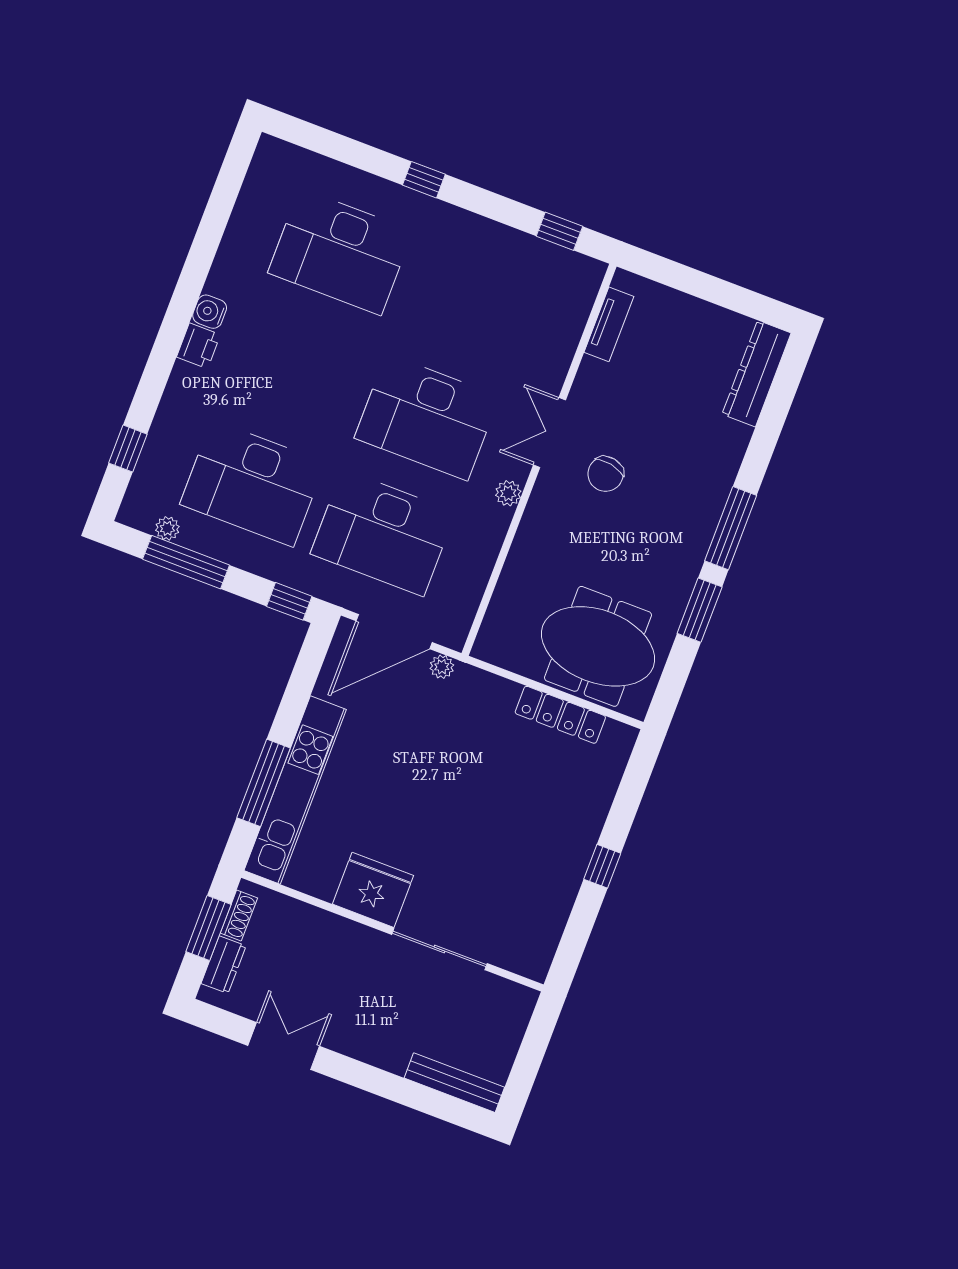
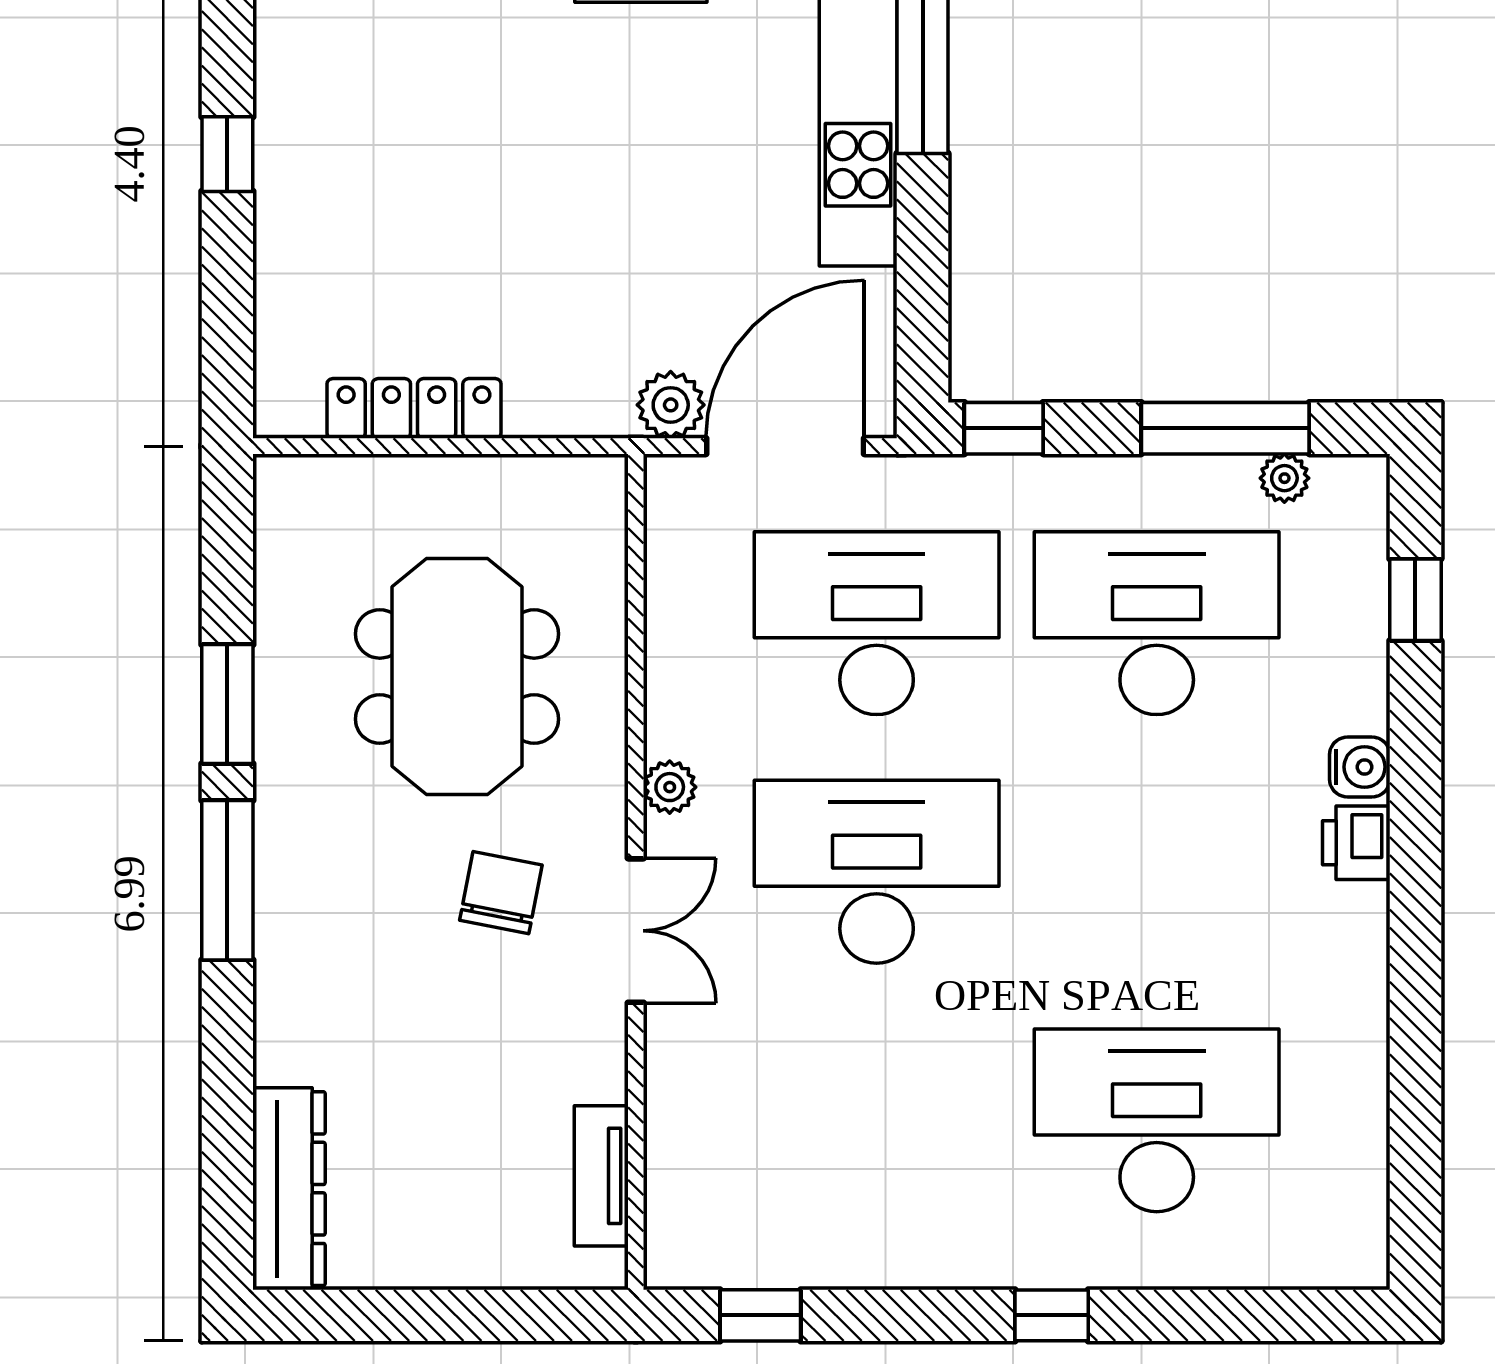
water cooler: (210, 312) -> (1360, 767), moved
meeting table: (598, 646) -> (457, 676), moved, turned 90
plant: (442, 667) -> (671, 405), width x1.38, depth x1.38

